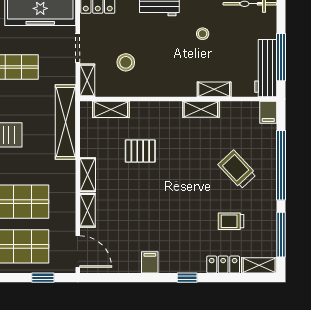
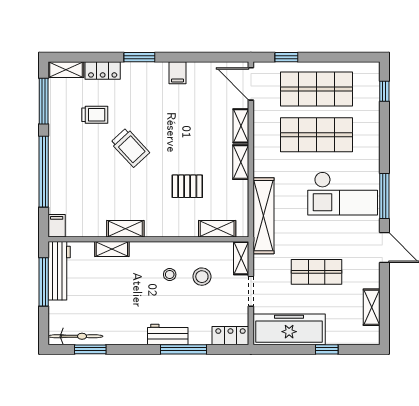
stool: (203, 34) -> (170, 274), moved
trolley: (237, 170) -> (130, 148), moved
window: (187, 278) -> (139, 57), width x1.50

